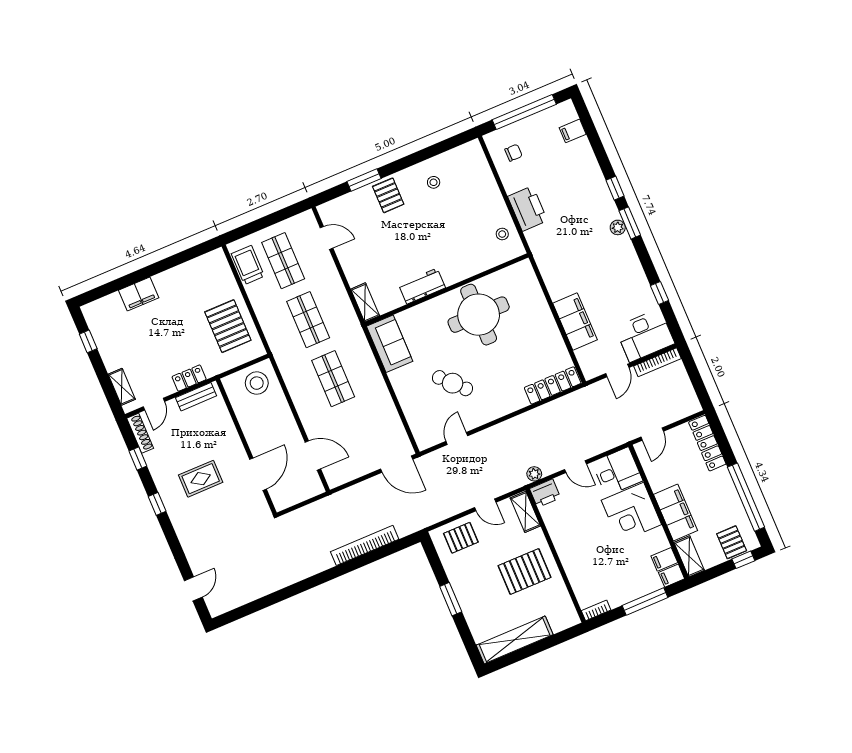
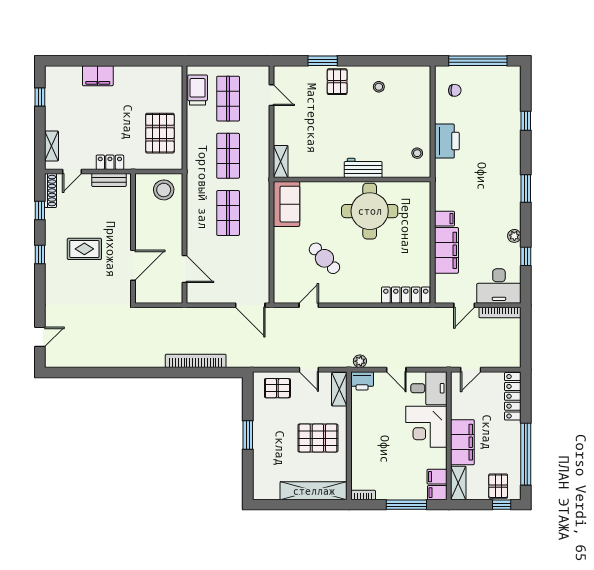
filing cabinet: (573, 131) -> (444, 219), moved, turned 180
window: (615, 188) -> (526, 121), moved
plant: (618, 227) -> (514, 236), moved
workbench: (422, 286) -> (363, 168), moved
shelving: (515, 640) -> (314, 491), moved

